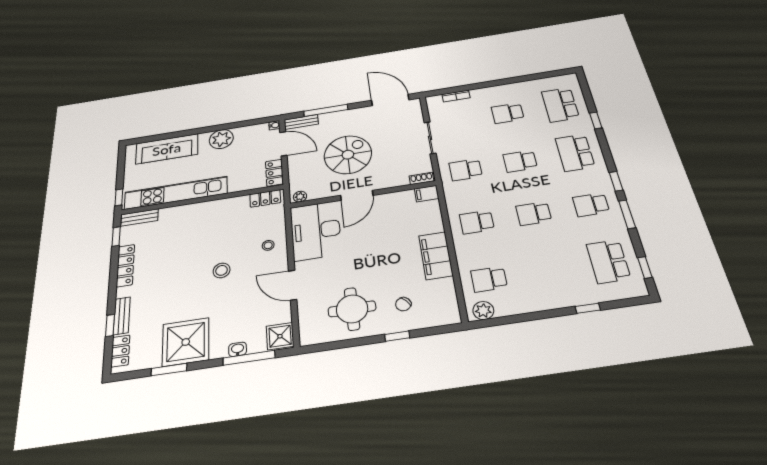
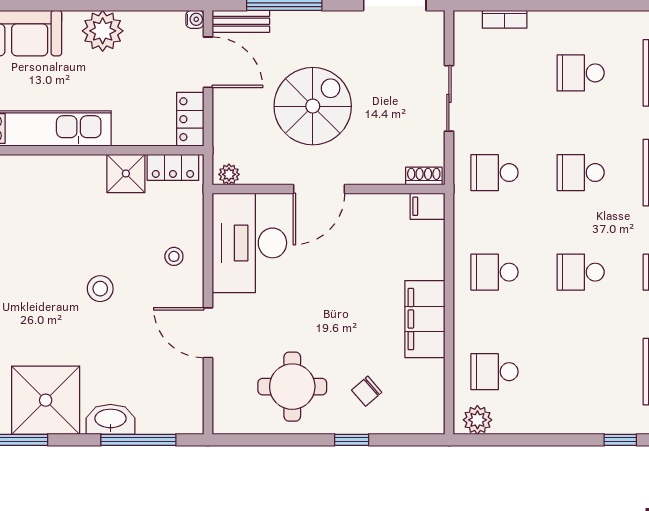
shower: (280, 336) -> (126, 174), moved
washbasin: (238, 349) -> (110, 419), width x1.91, depth x1.45

